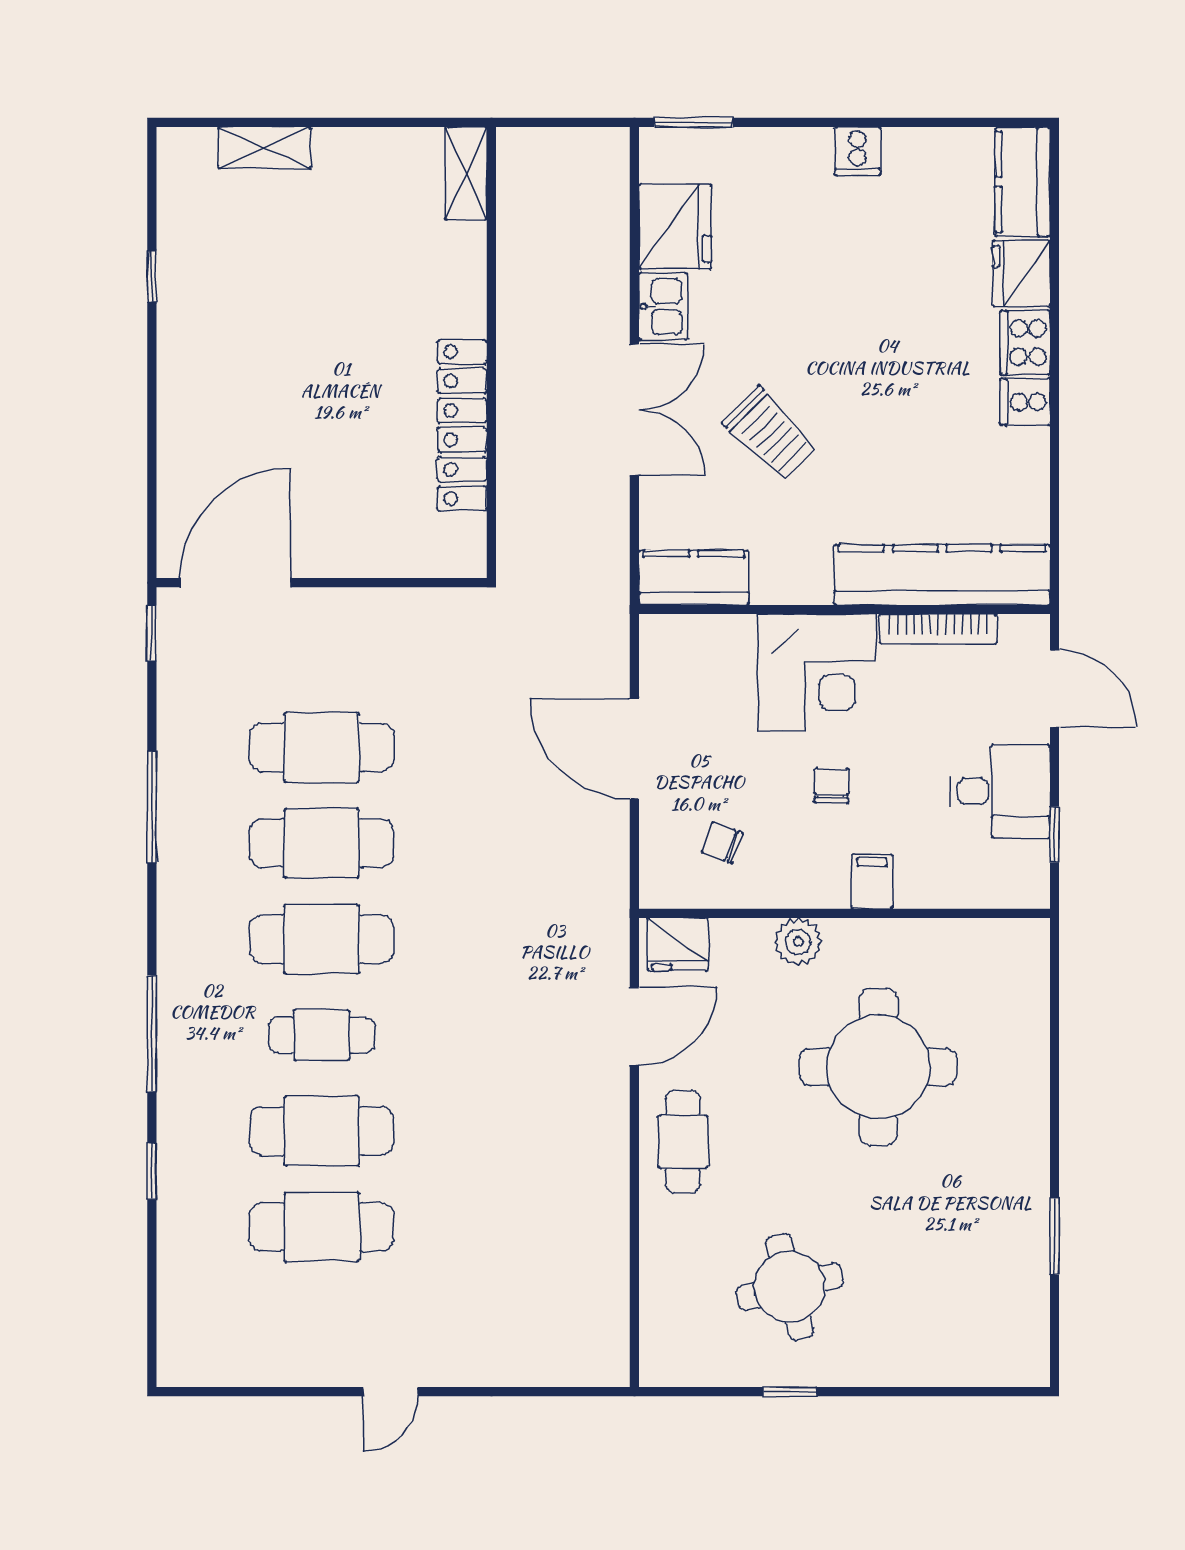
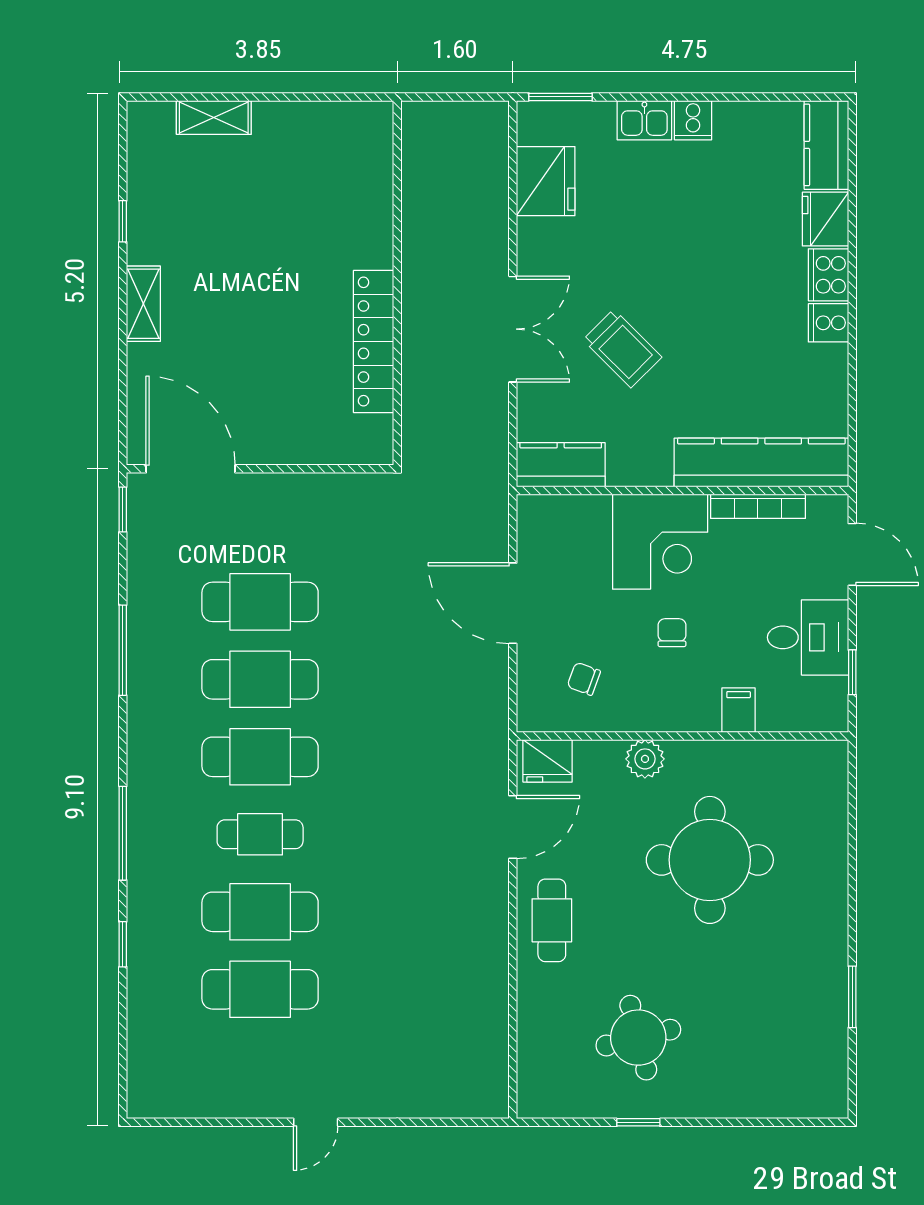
shelving: (466, 174) -> (143, 304), moved
kitchen sink: (663, 307) -> (644, 120), moved, turned 90
door: (236, 583) -> (191, 469), hinge flipped
filing cabinet: (872, 881) -> (739, 710), moved

